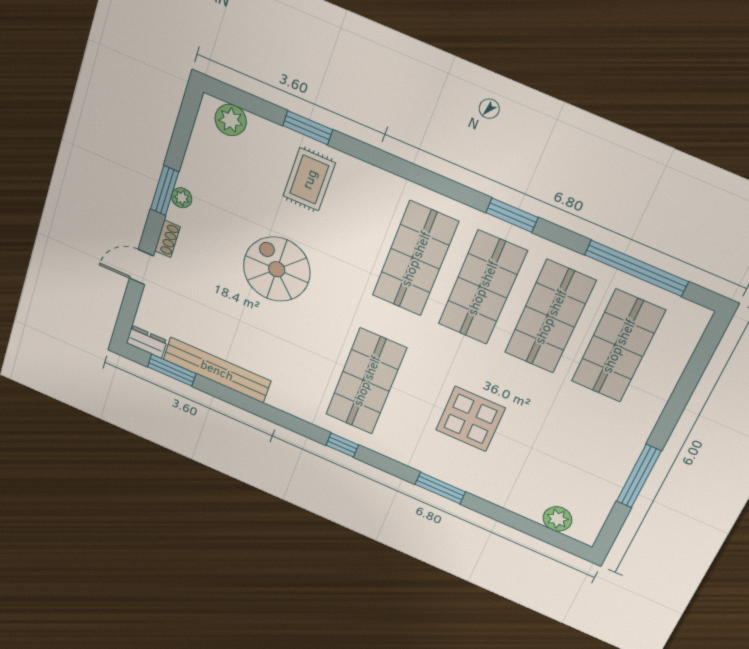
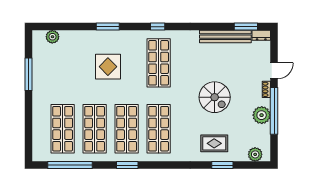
rug: (309, 179) -> (214, 143), turned 90
window: (165, 191) -> (274, 111), width x2.11
plant: (182, 198) -> (262, 115), width x1.88, depth x1.88

